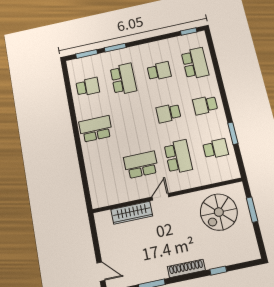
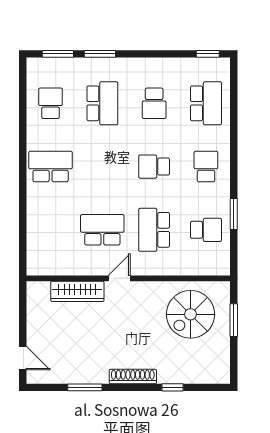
school desk: (159, 71) -> (154, 103), turned 90
school desk: (88, 87) -> (51, 103), turned -90
school desk: (205, 105) -> (206, 167), turned 90
school desk: (178, 157) -> (154, 230), turned 180

